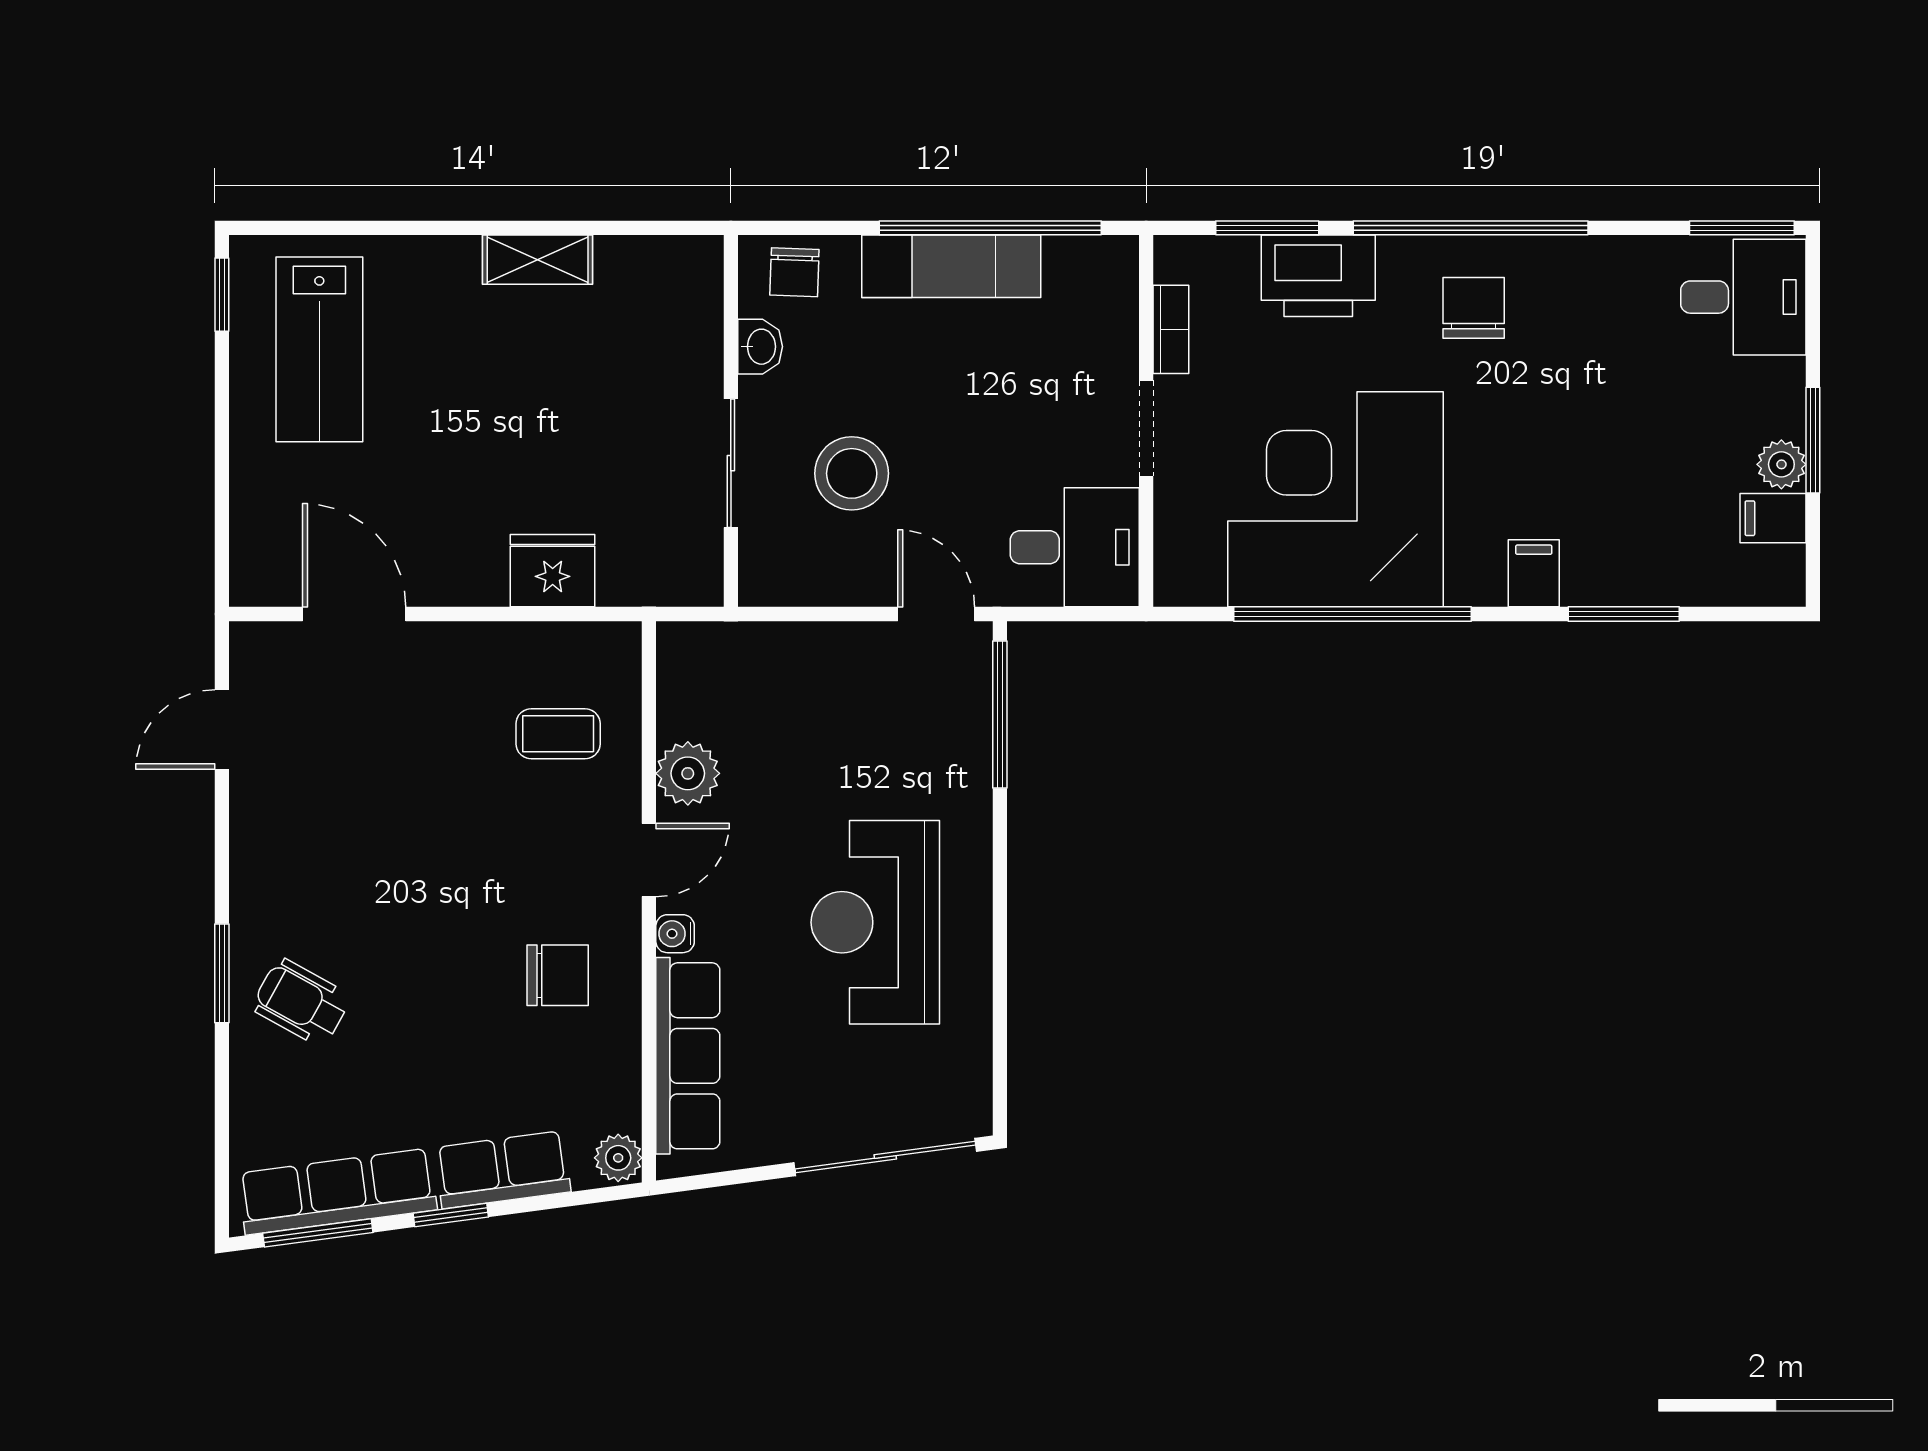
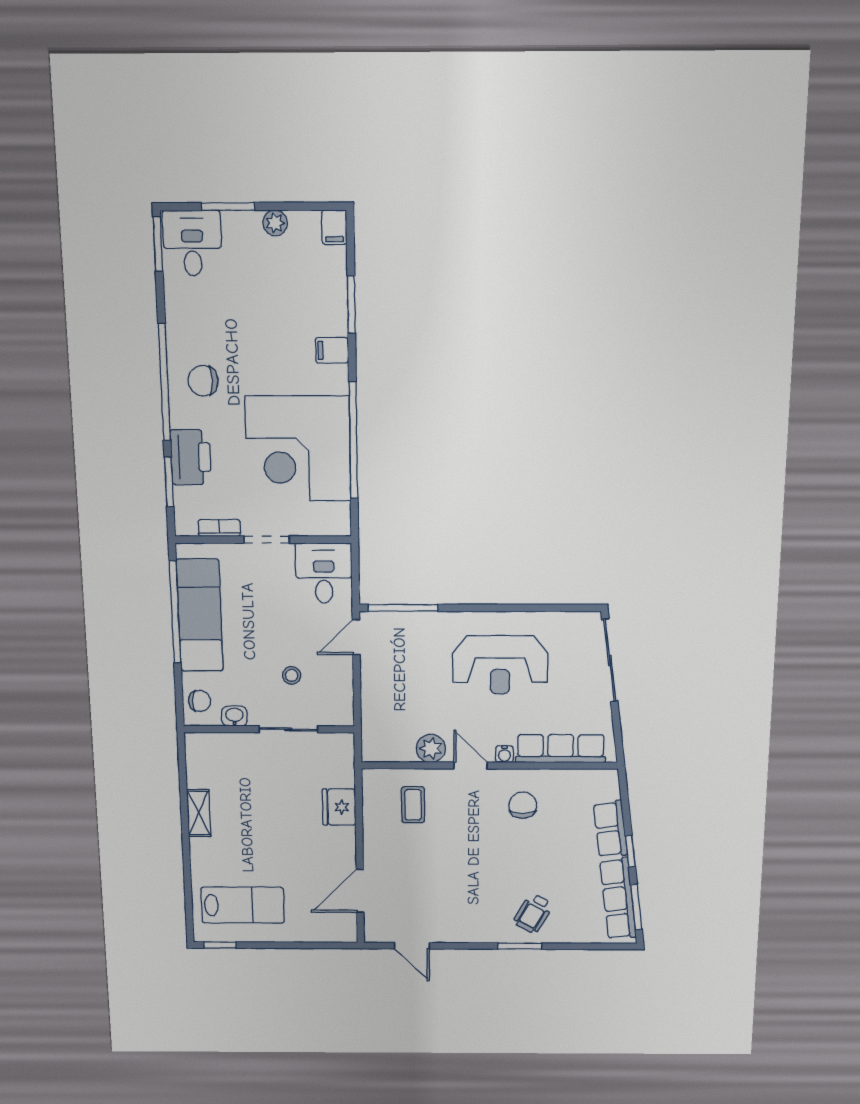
exam couch: (951, 266) -> (200, 615), width x1.36, depth x1.45
window: (1813, 440) -> (228, 207), moved
stool: (852, 473) -> (292, 675), width x0.53, depth x0.53
filing cabinet: (1773, 518) -> (334, 227), moved
plant: (618, 1158) -> (607, 779), removed

